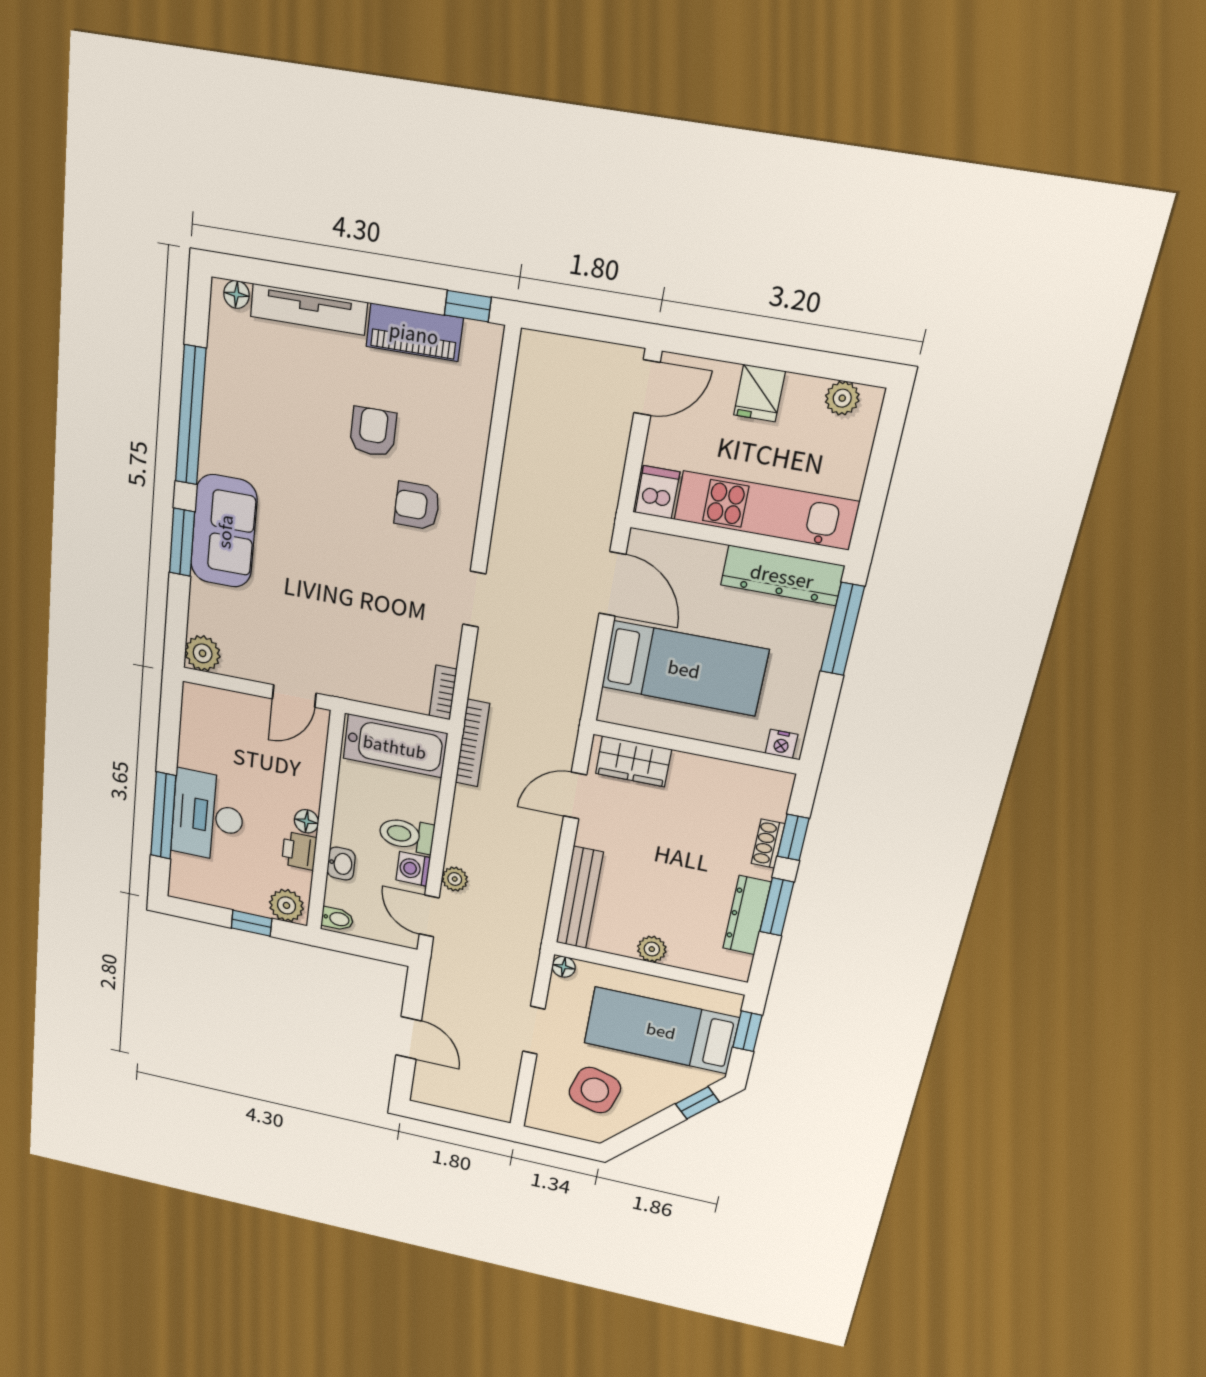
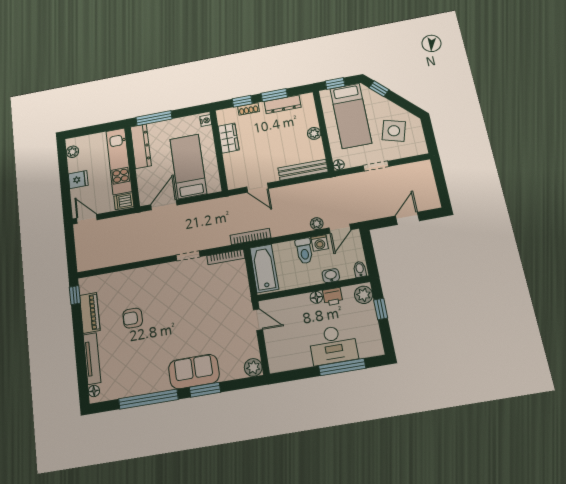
armchair: (417, 506) -> (157, 291), removed
bookcase: (443, 693) -> (226, 257), width x1.56
wardrobe: (633, 761) -> (229, 138), moved

